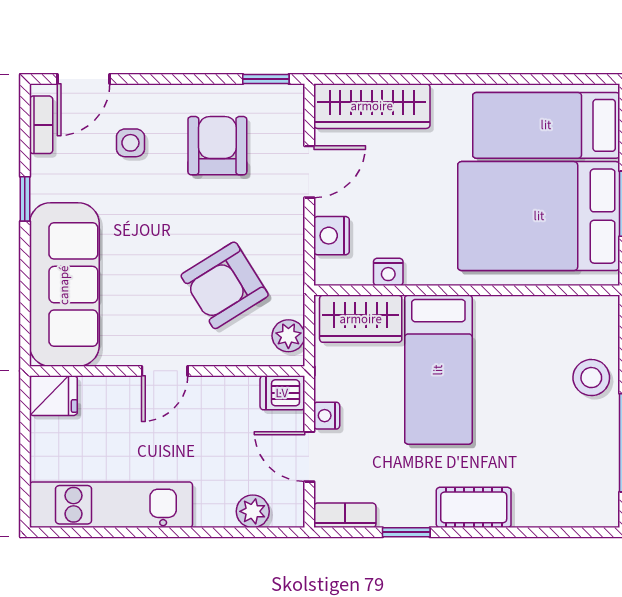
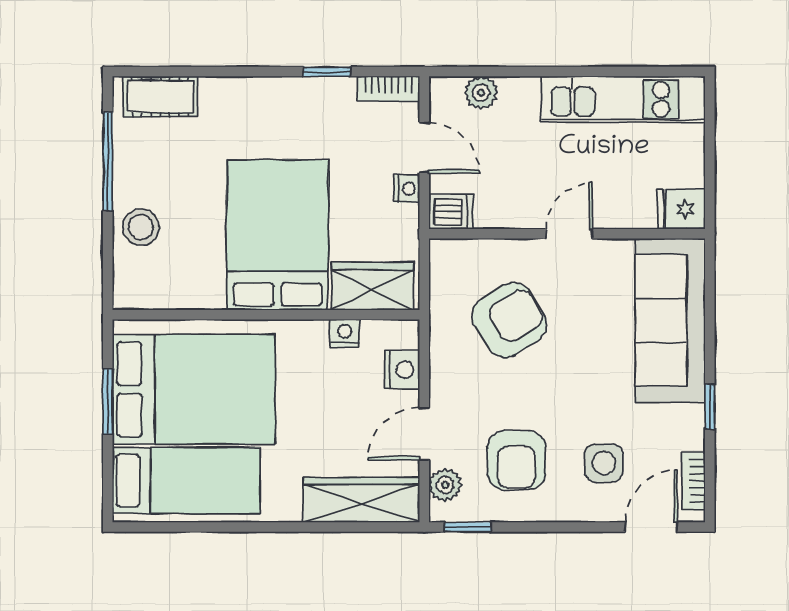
side table: (130, 143) -> (604, 463), width x1.37, depth x1.37
plant: (288, 336) -> (445, 485), moved
bed: (438, 370) -> (278, 235), width x1.50
cot: (474, 507) -> (160, 97), moved

